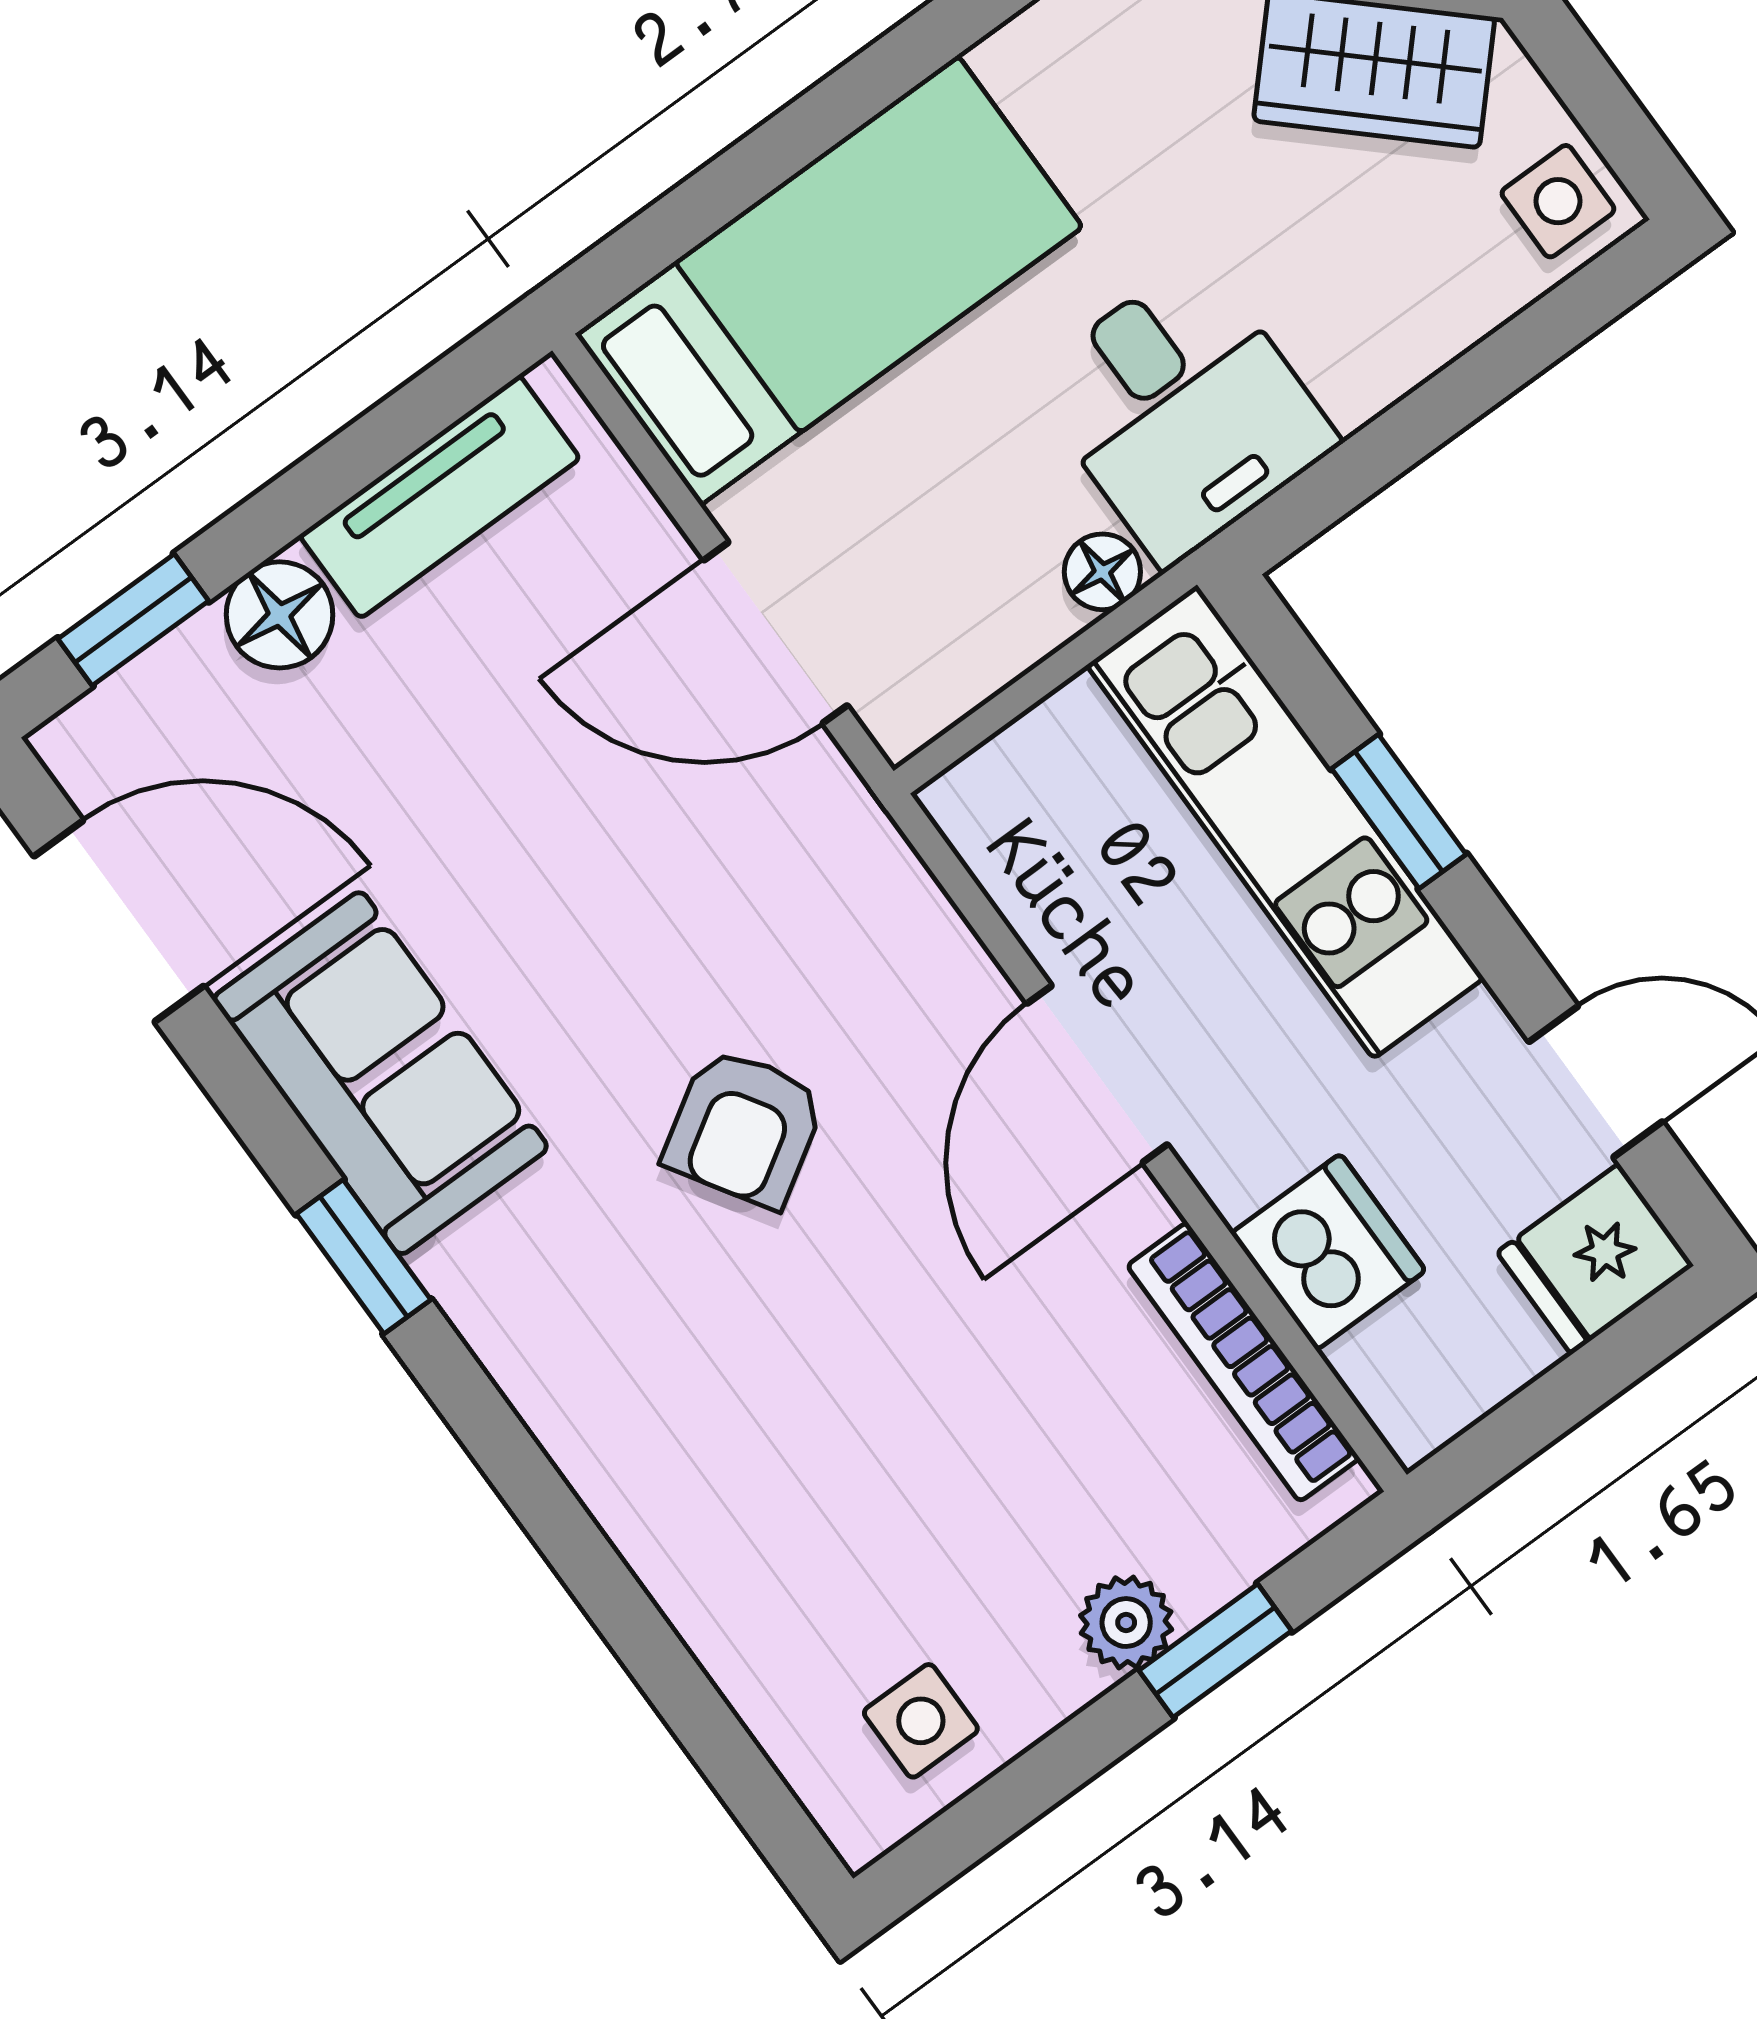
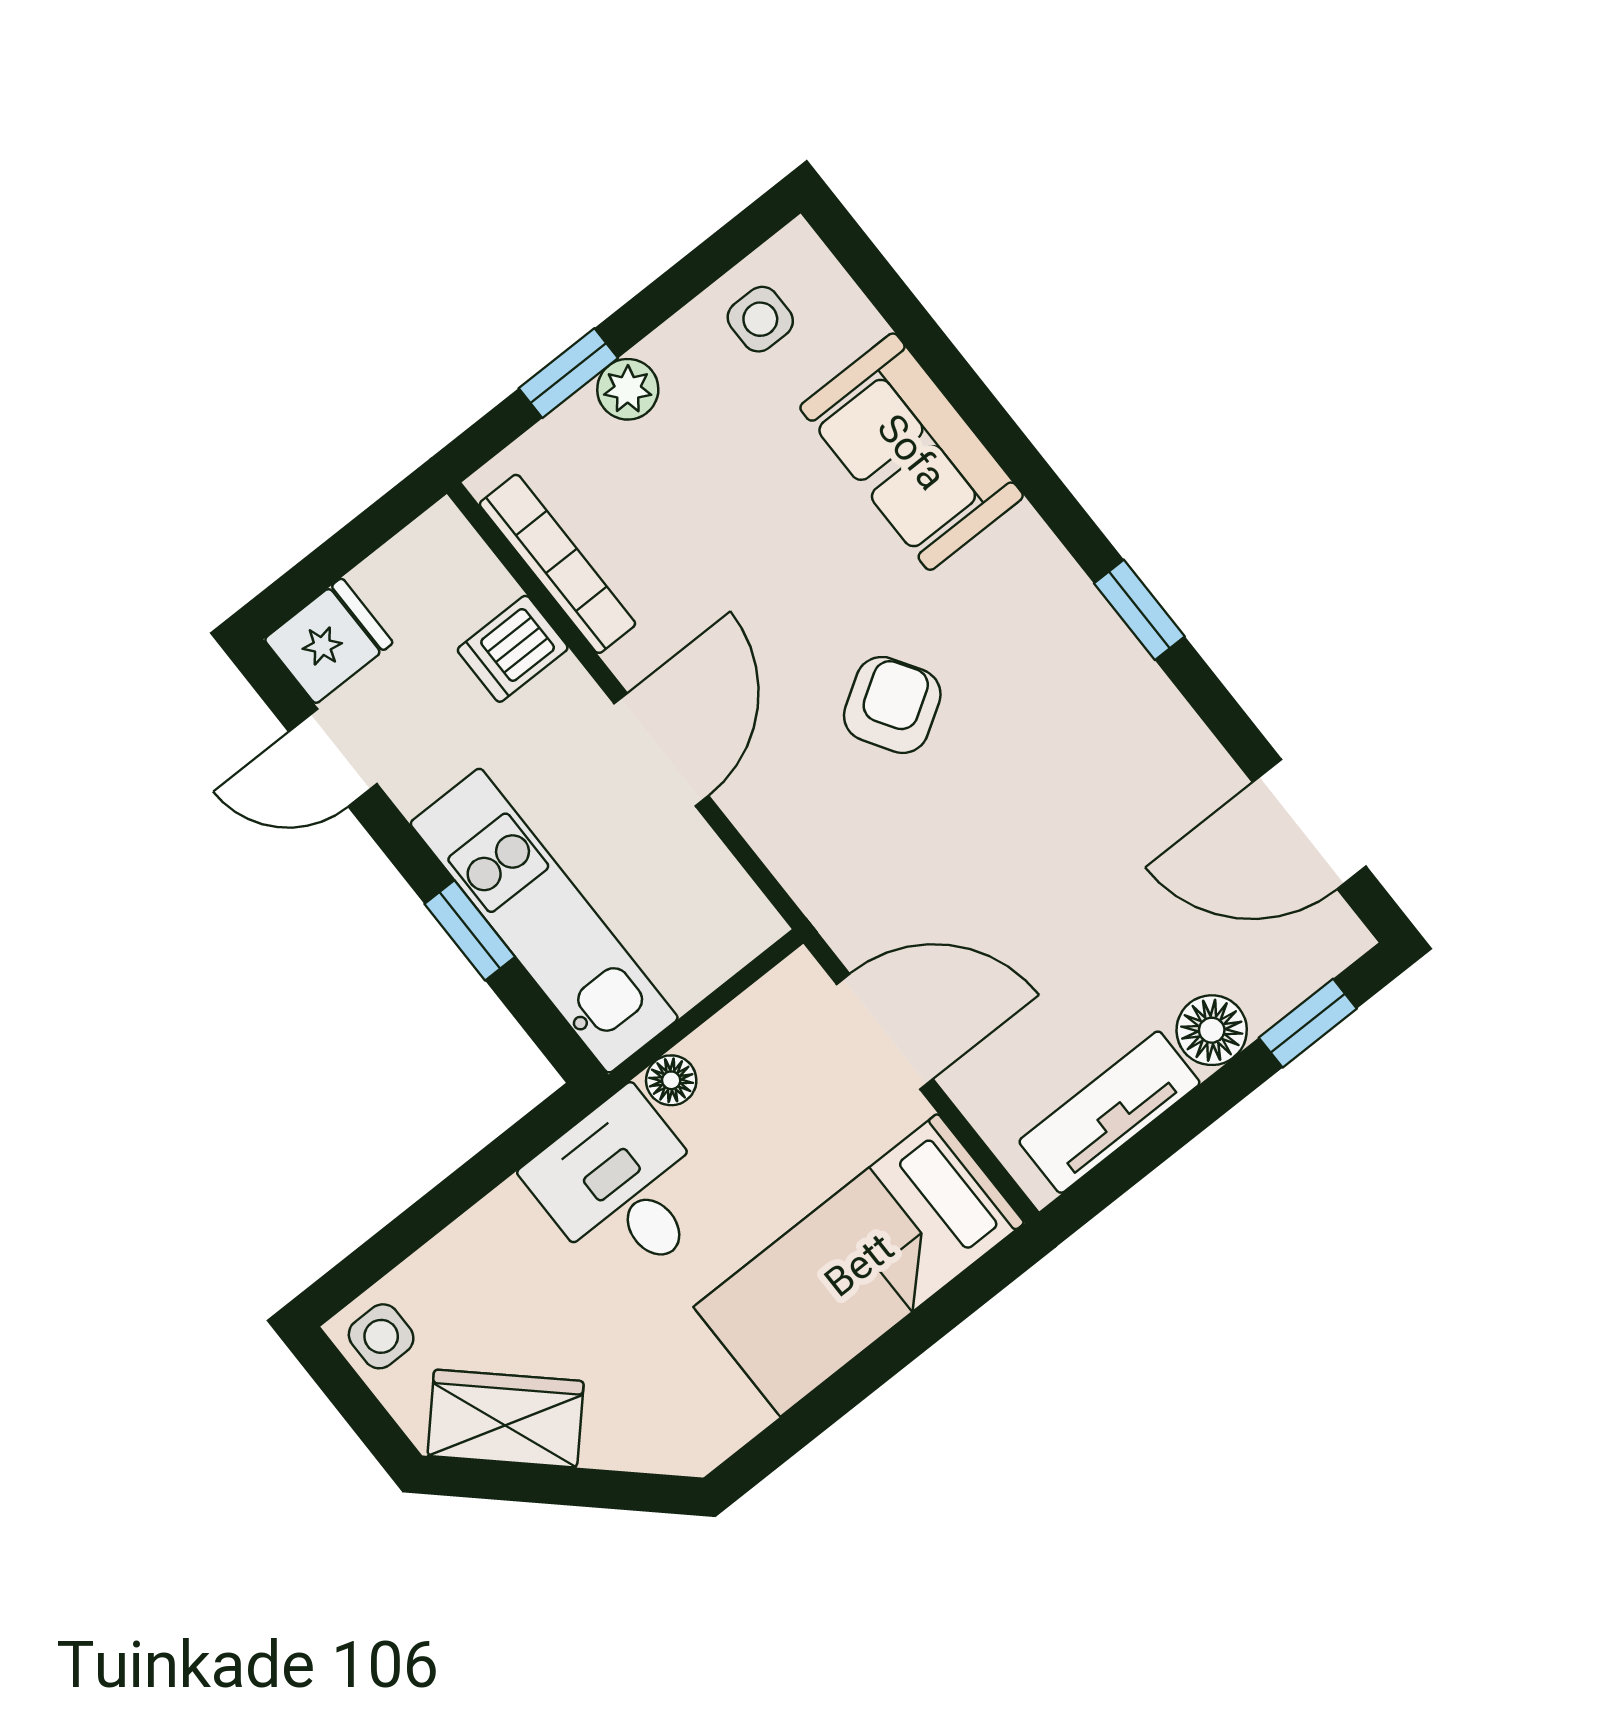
sofa: (380, 1073) -> (912, 452), moved
dishwasher: (1328, 1252) -> (513, 649), width x0.73

